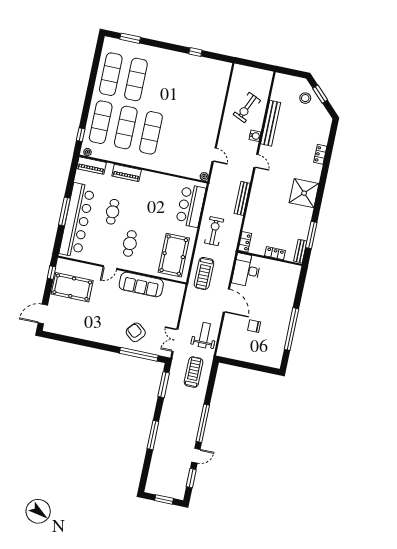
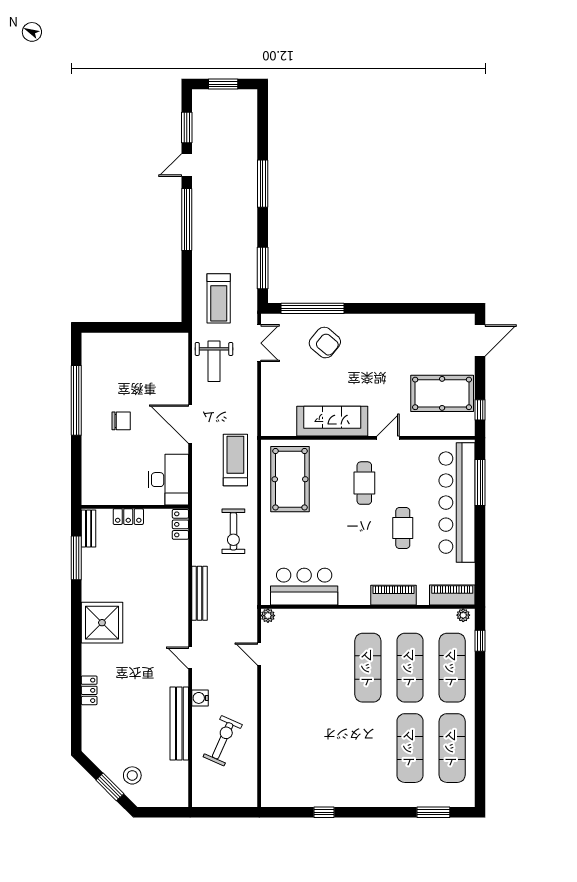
bar counter: (191, 206) -> (304, 587), moved, turned -90
window: (64, 211) -> (480, 483), moved
chair: (254, 326) -> (121, 421), moved

